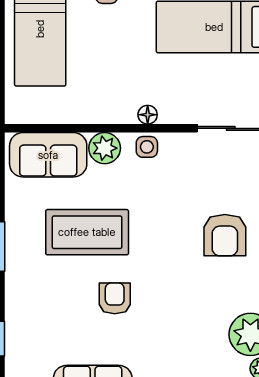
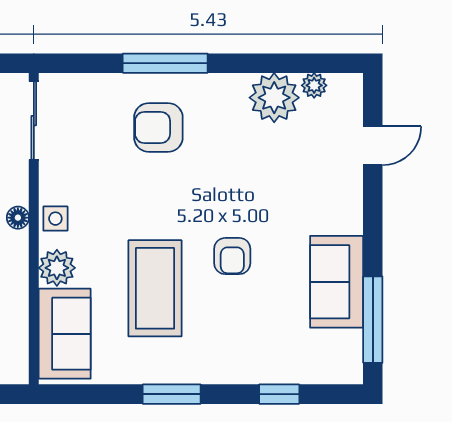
armchair: (225, 235) -> (158, 127), turned 180
armchair: (115, 298) -> (232, 256), turned -90

